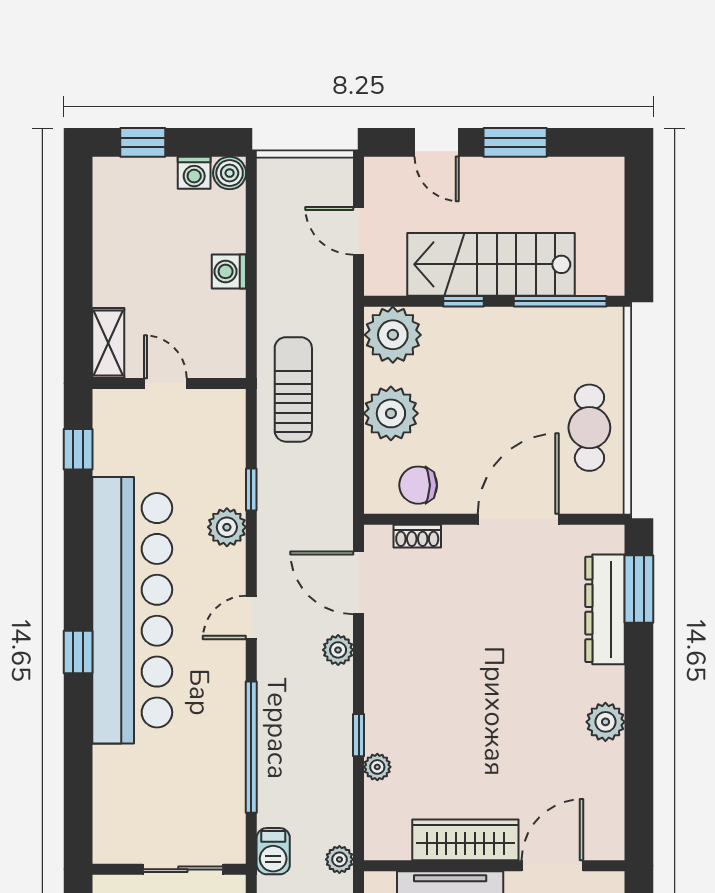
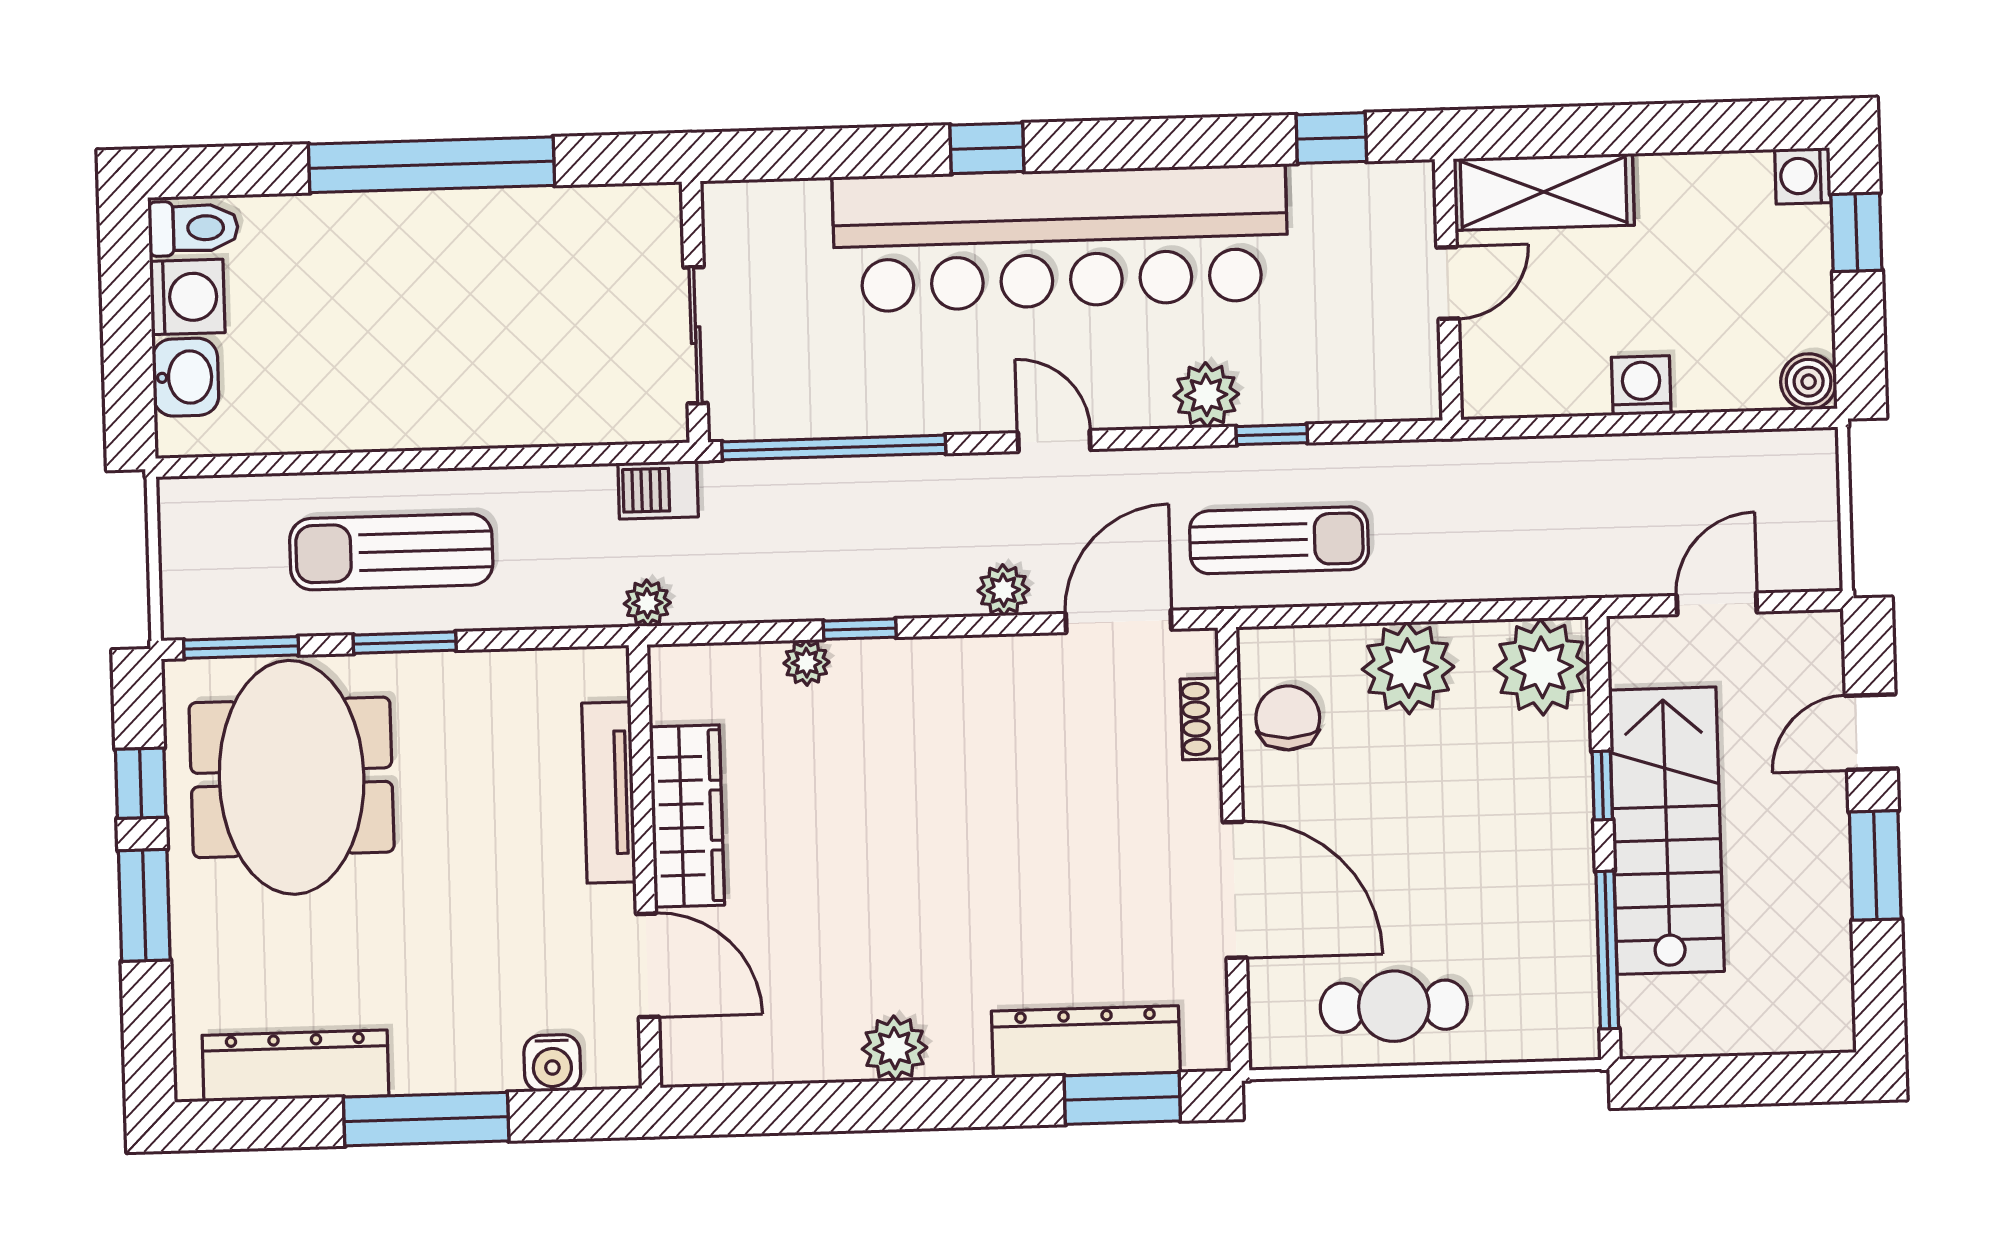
washing machine: (194, 173) -> (1803, 176), moved
shelving: (108, 343) -> (1544, 192), width x1.50, depth x1.33
sun lounger: (293, 389) -> (1279, 540), moved
wall: (169, 869) -> (695, 312), moved
sliding door: (183, 869) -> (696, 335), moved

